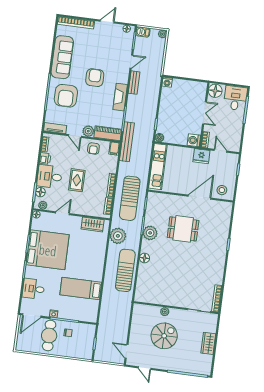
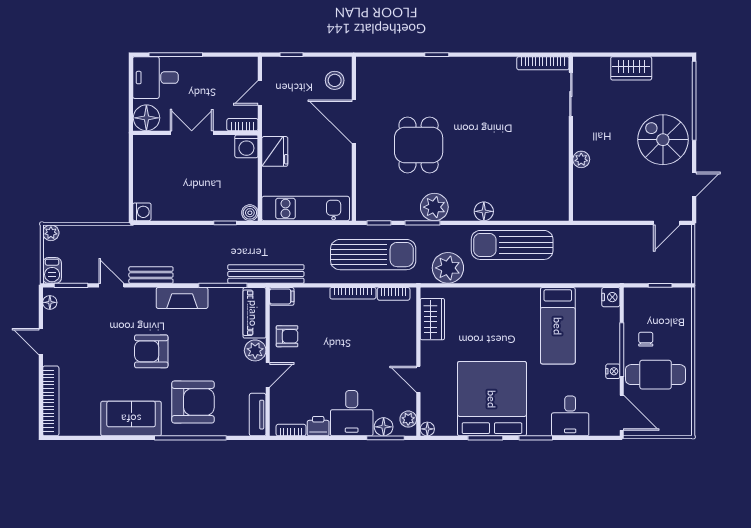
sofa: (62, 57) -> (131, 419), width x0.73
fridge: (201, 156) -> (275, 151), moved
rug: (77, 180) -> (352, 360), removed
nightstand: (92, 318) -> (611, 297), added
spiral stairs: (164, 336) -> (663, 140), moved

